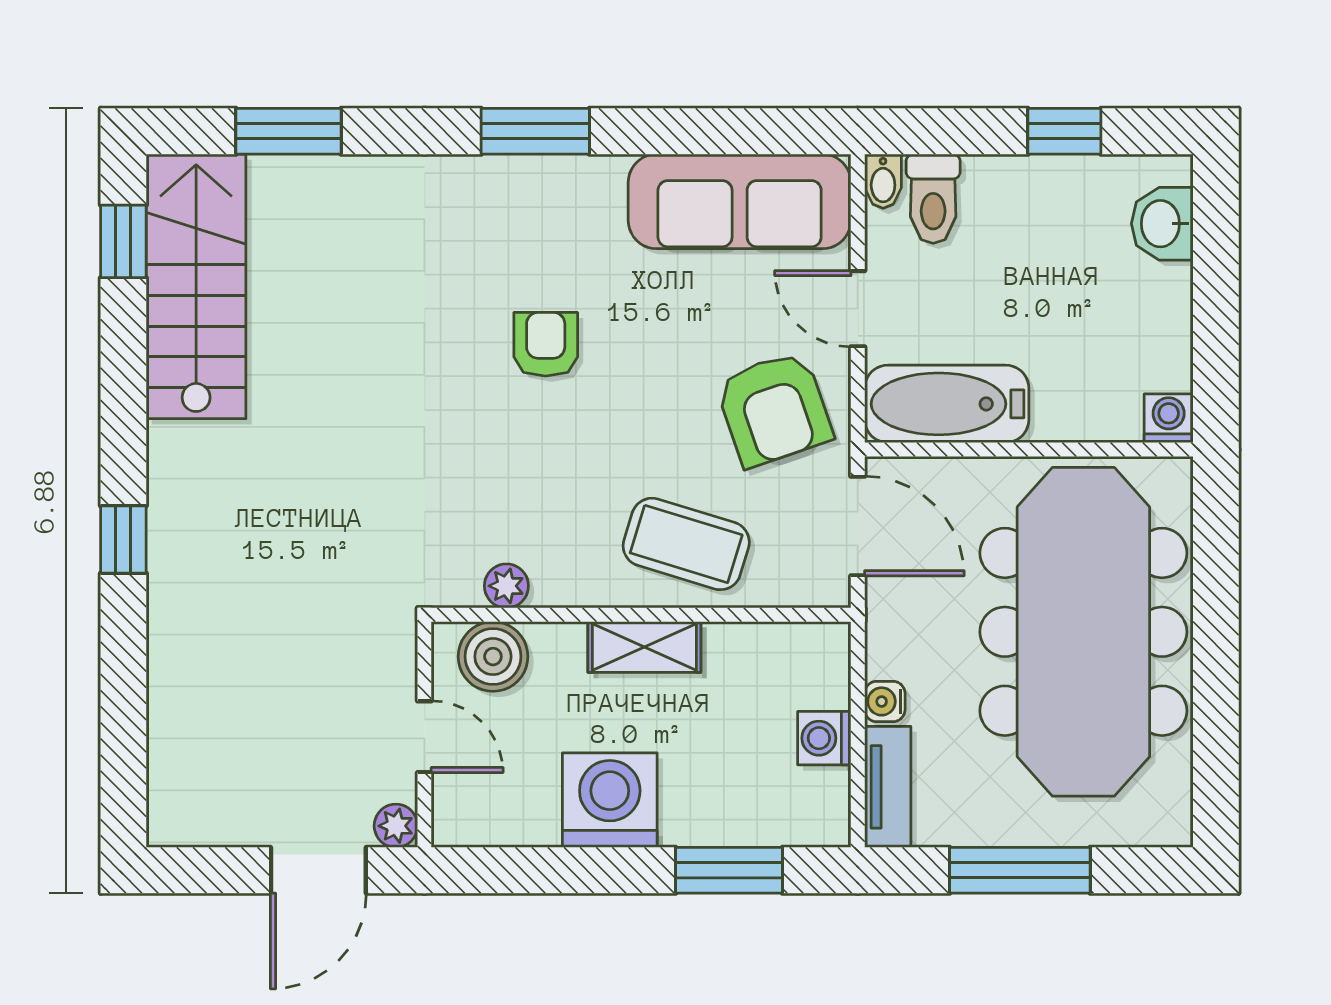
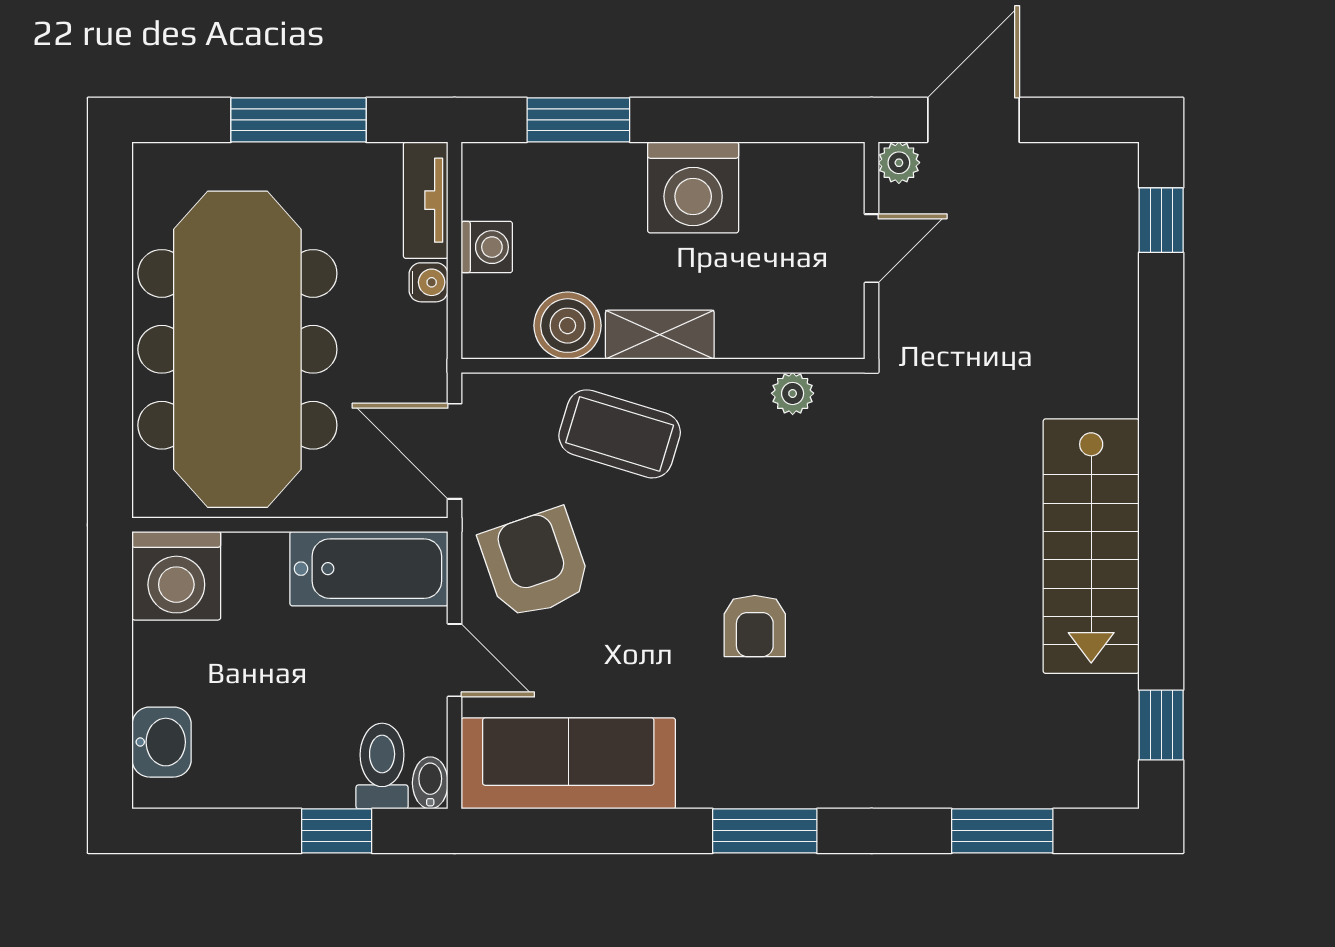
window: (1064, 131) -> (337, 831), moved
stairs: (196, 286) -> (1091, 546), moved
washing machine: (1169, 418) -> (176, 576), width x1.89, depth x1.89
window: (123, 539) -> (1161, 220), moved
boiler: (493, 657) -> (568, 326), moved
door: (424, 737) -> (871, 248), swing flipped

